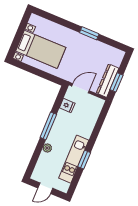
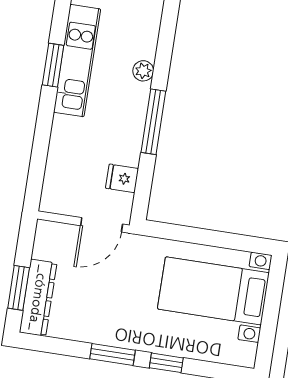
window: (68, 24) -> (166, 363), added
dresser: (108, 81) -> (38, 298), moved
window: (116, 82) -> (19, 288), moved

